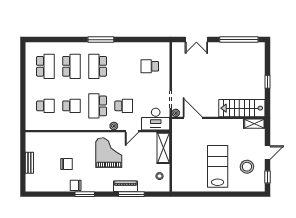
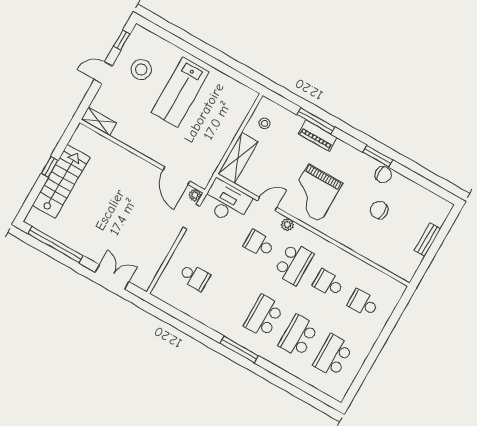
school desk: (98, 66) -> (264, 316), turned 180
stairs: (242, 108) -> (61, 181), moved, turned -90

